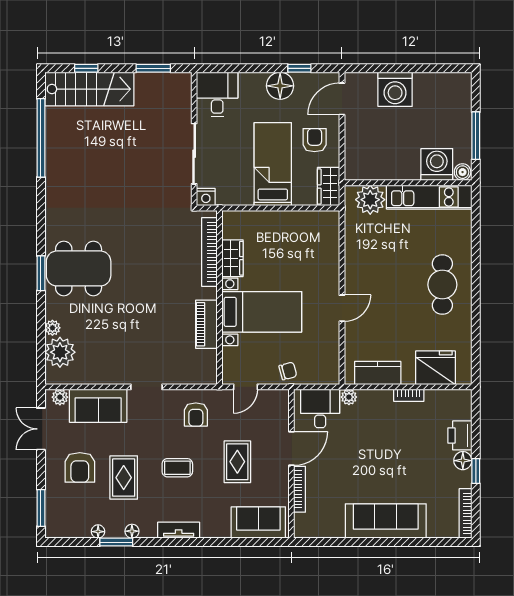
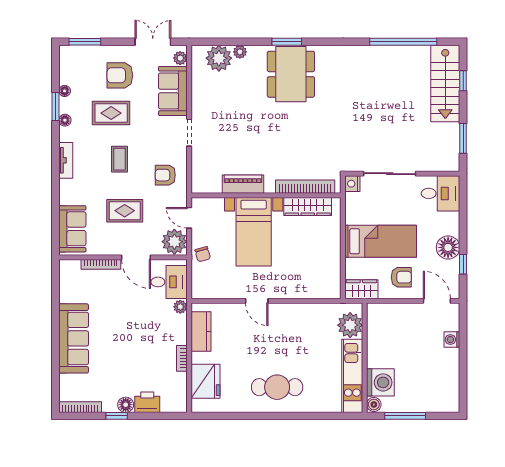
washing machine: (395, 89) -> (452, 340), width x0.53, depth x0.53
wardrobe: (232, 258) -> (308, 207), width x1.50
plant: (273, 404) -> (174, 242), added

